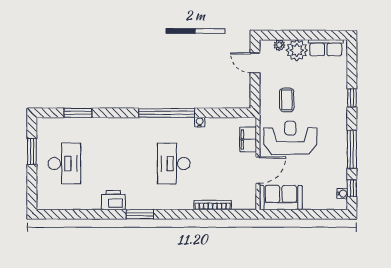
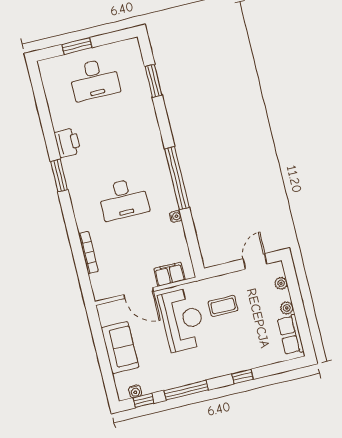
plant: (297, 50) -> (287, 308), width x0.53, depth x0.53
window: (32, 151) -> (77, 46), moved
desk: (174, 164) -> (123, 199), turned 180
sofa: (281, 198) -> (120, 347), moved

